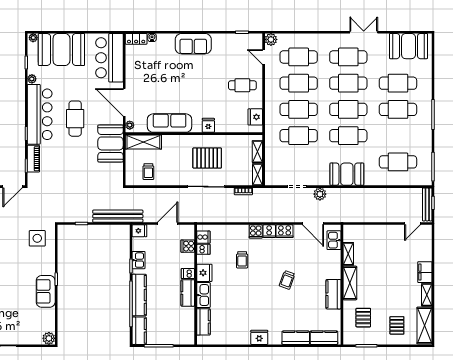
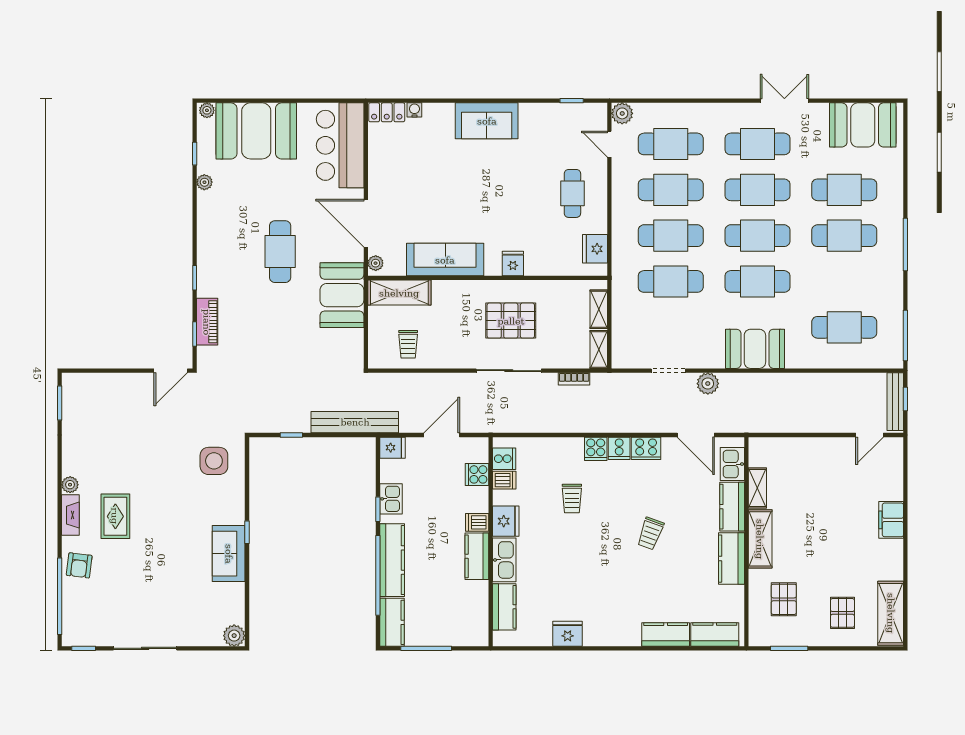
cafe table: (242, 85) -> (572, 193), turned 90
bar counter: (40, 114) -> (218, 244), removed
kitchen counter: (334, 265) -> (732, 507), added
shelving: (427, 295) -> (895, 560), removed
fridge: (259, 337) -> (568, 634), moved

